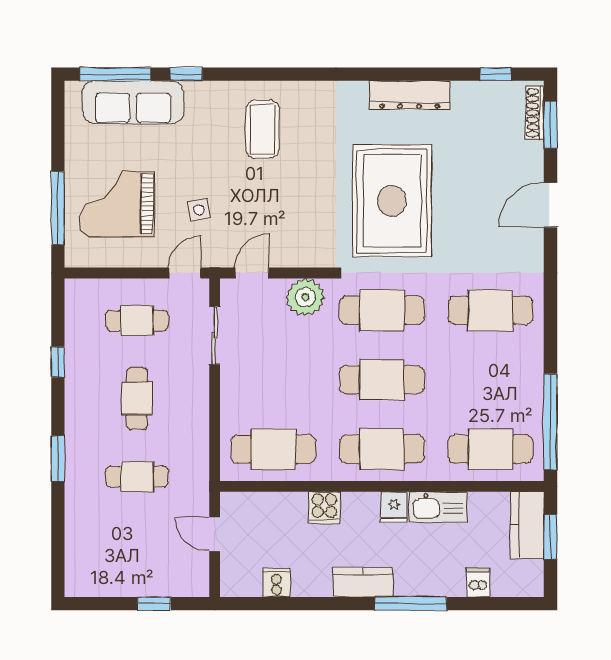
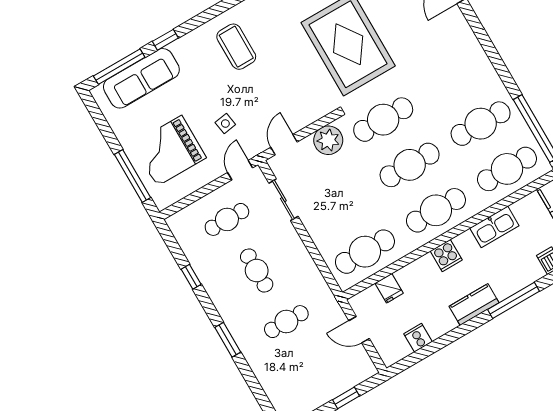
cafe table: (491, 310) -> (481, 124), moved
fridge: (394, 507) -> (389, 288), moved
cooker: (324, 508) -> (446, 256), moved

